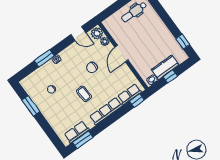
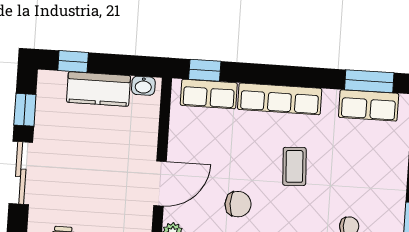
sliding door: (168, 21) -> (21, 173), added
window: (170, 76) -> (73, 62), moved

